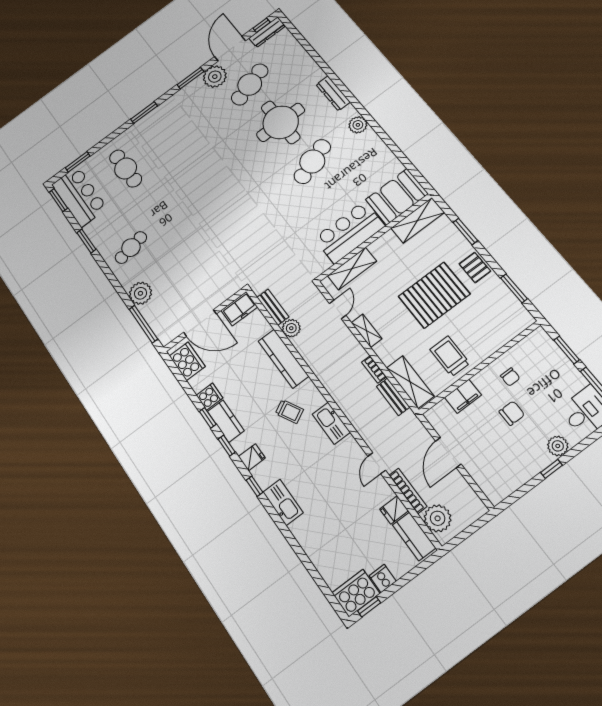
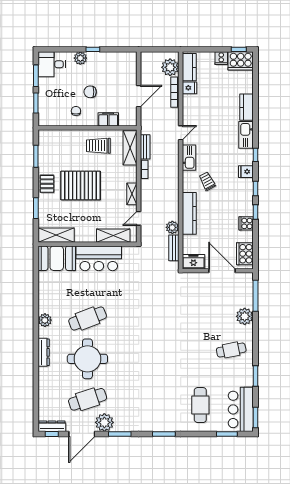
trolley: (450, 356) -> (98, 146), turned 90
kitchen counter: (226, 421) -> (246, 107), moved
door: (377, 463) -> (181, 133), moved

